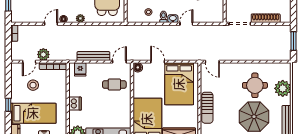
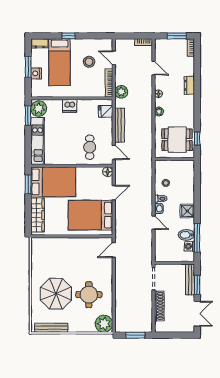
door: (51, 24) -> (153, 68), moved
plant: (43, 54) -> (121, 92), moved
plant: (283, 88) -> (104, 324), moved
sun lounger: (207, 108) -> (65, 245), removed

